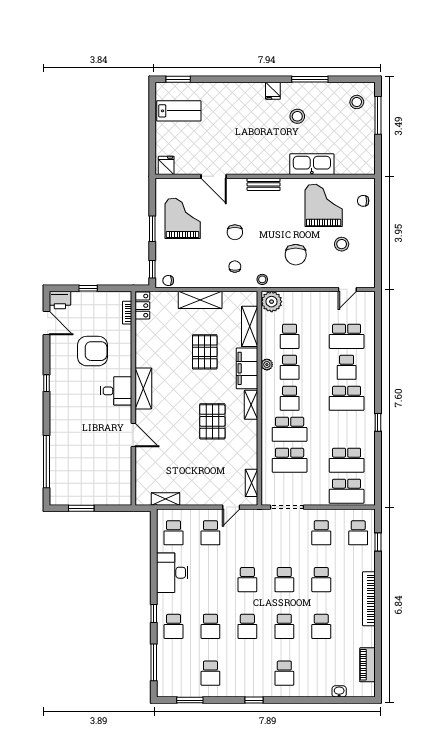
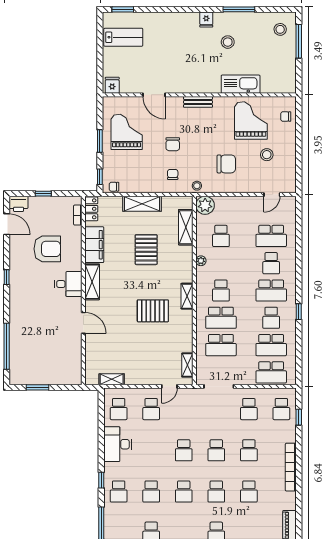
chair: (296, 255) -> (226, 164), turned -90
school desk: (290, 367) -> (271, 318), moved
filing cabinet: (247, 368) -> (94, 245), moved, turned 180
pallet: (212, 421) -> (153, 311), turned 90

